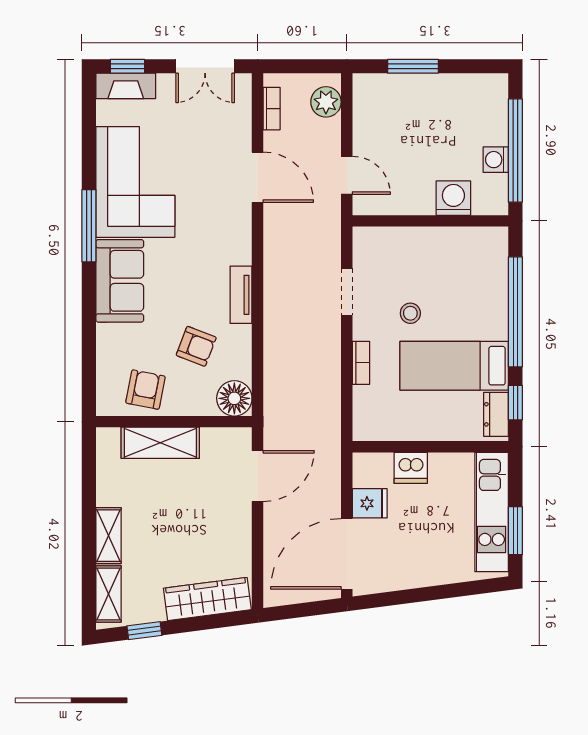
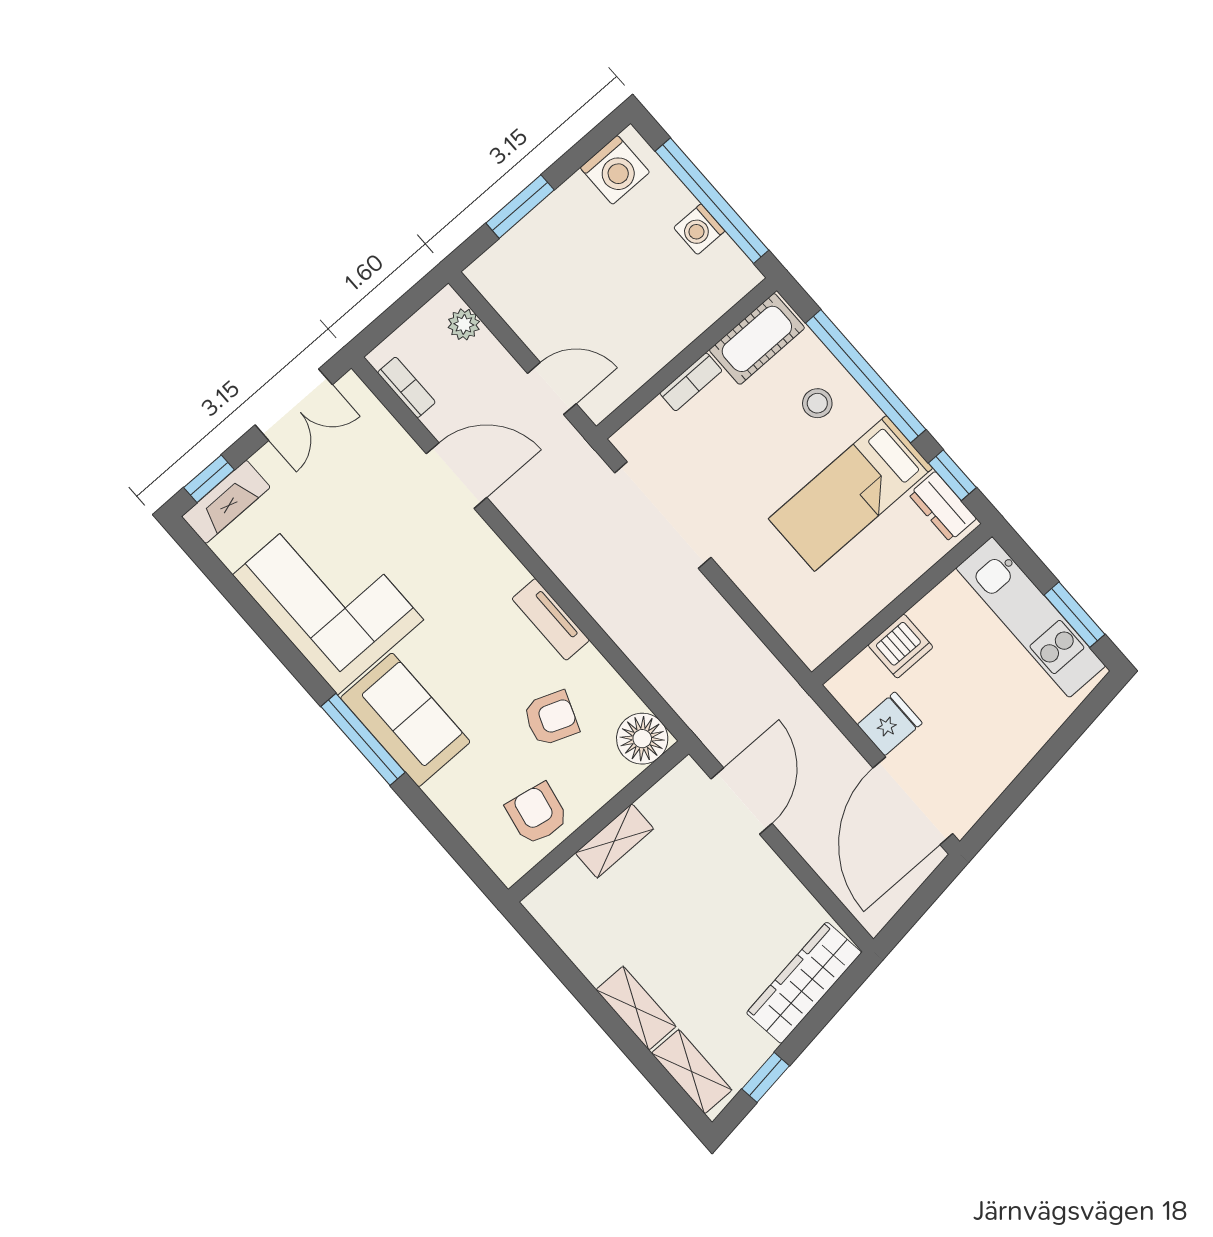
plant: (326, 102) -> (464, 324), width x0.73, depth x0.73
washing machine: (453, 198) -> (615, 170), moved, turned 180
window: (89, 226) -> (363, 739), moved
cot: (476, 243) -> (757, 339), added
doorway: (347, 292) -> (663, 515), width x1.88
stool: (410, 313) -> (817, 403), moved
bookcase: (361, 363) -> (691, 382), moved, turned 90
shelving: (160, 443) -> (614, 841), width x0.67, depth x0.75

